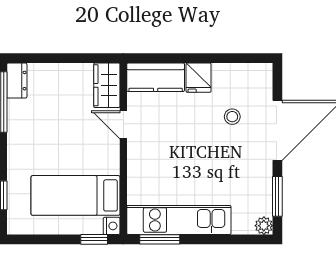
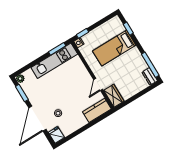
fridge: (199, 78) -> (56, 135), moved
door: (123, 125) -> (98, 84), swing flipped
bed: (76, 195) -> (114, 48), moved, turned 180

